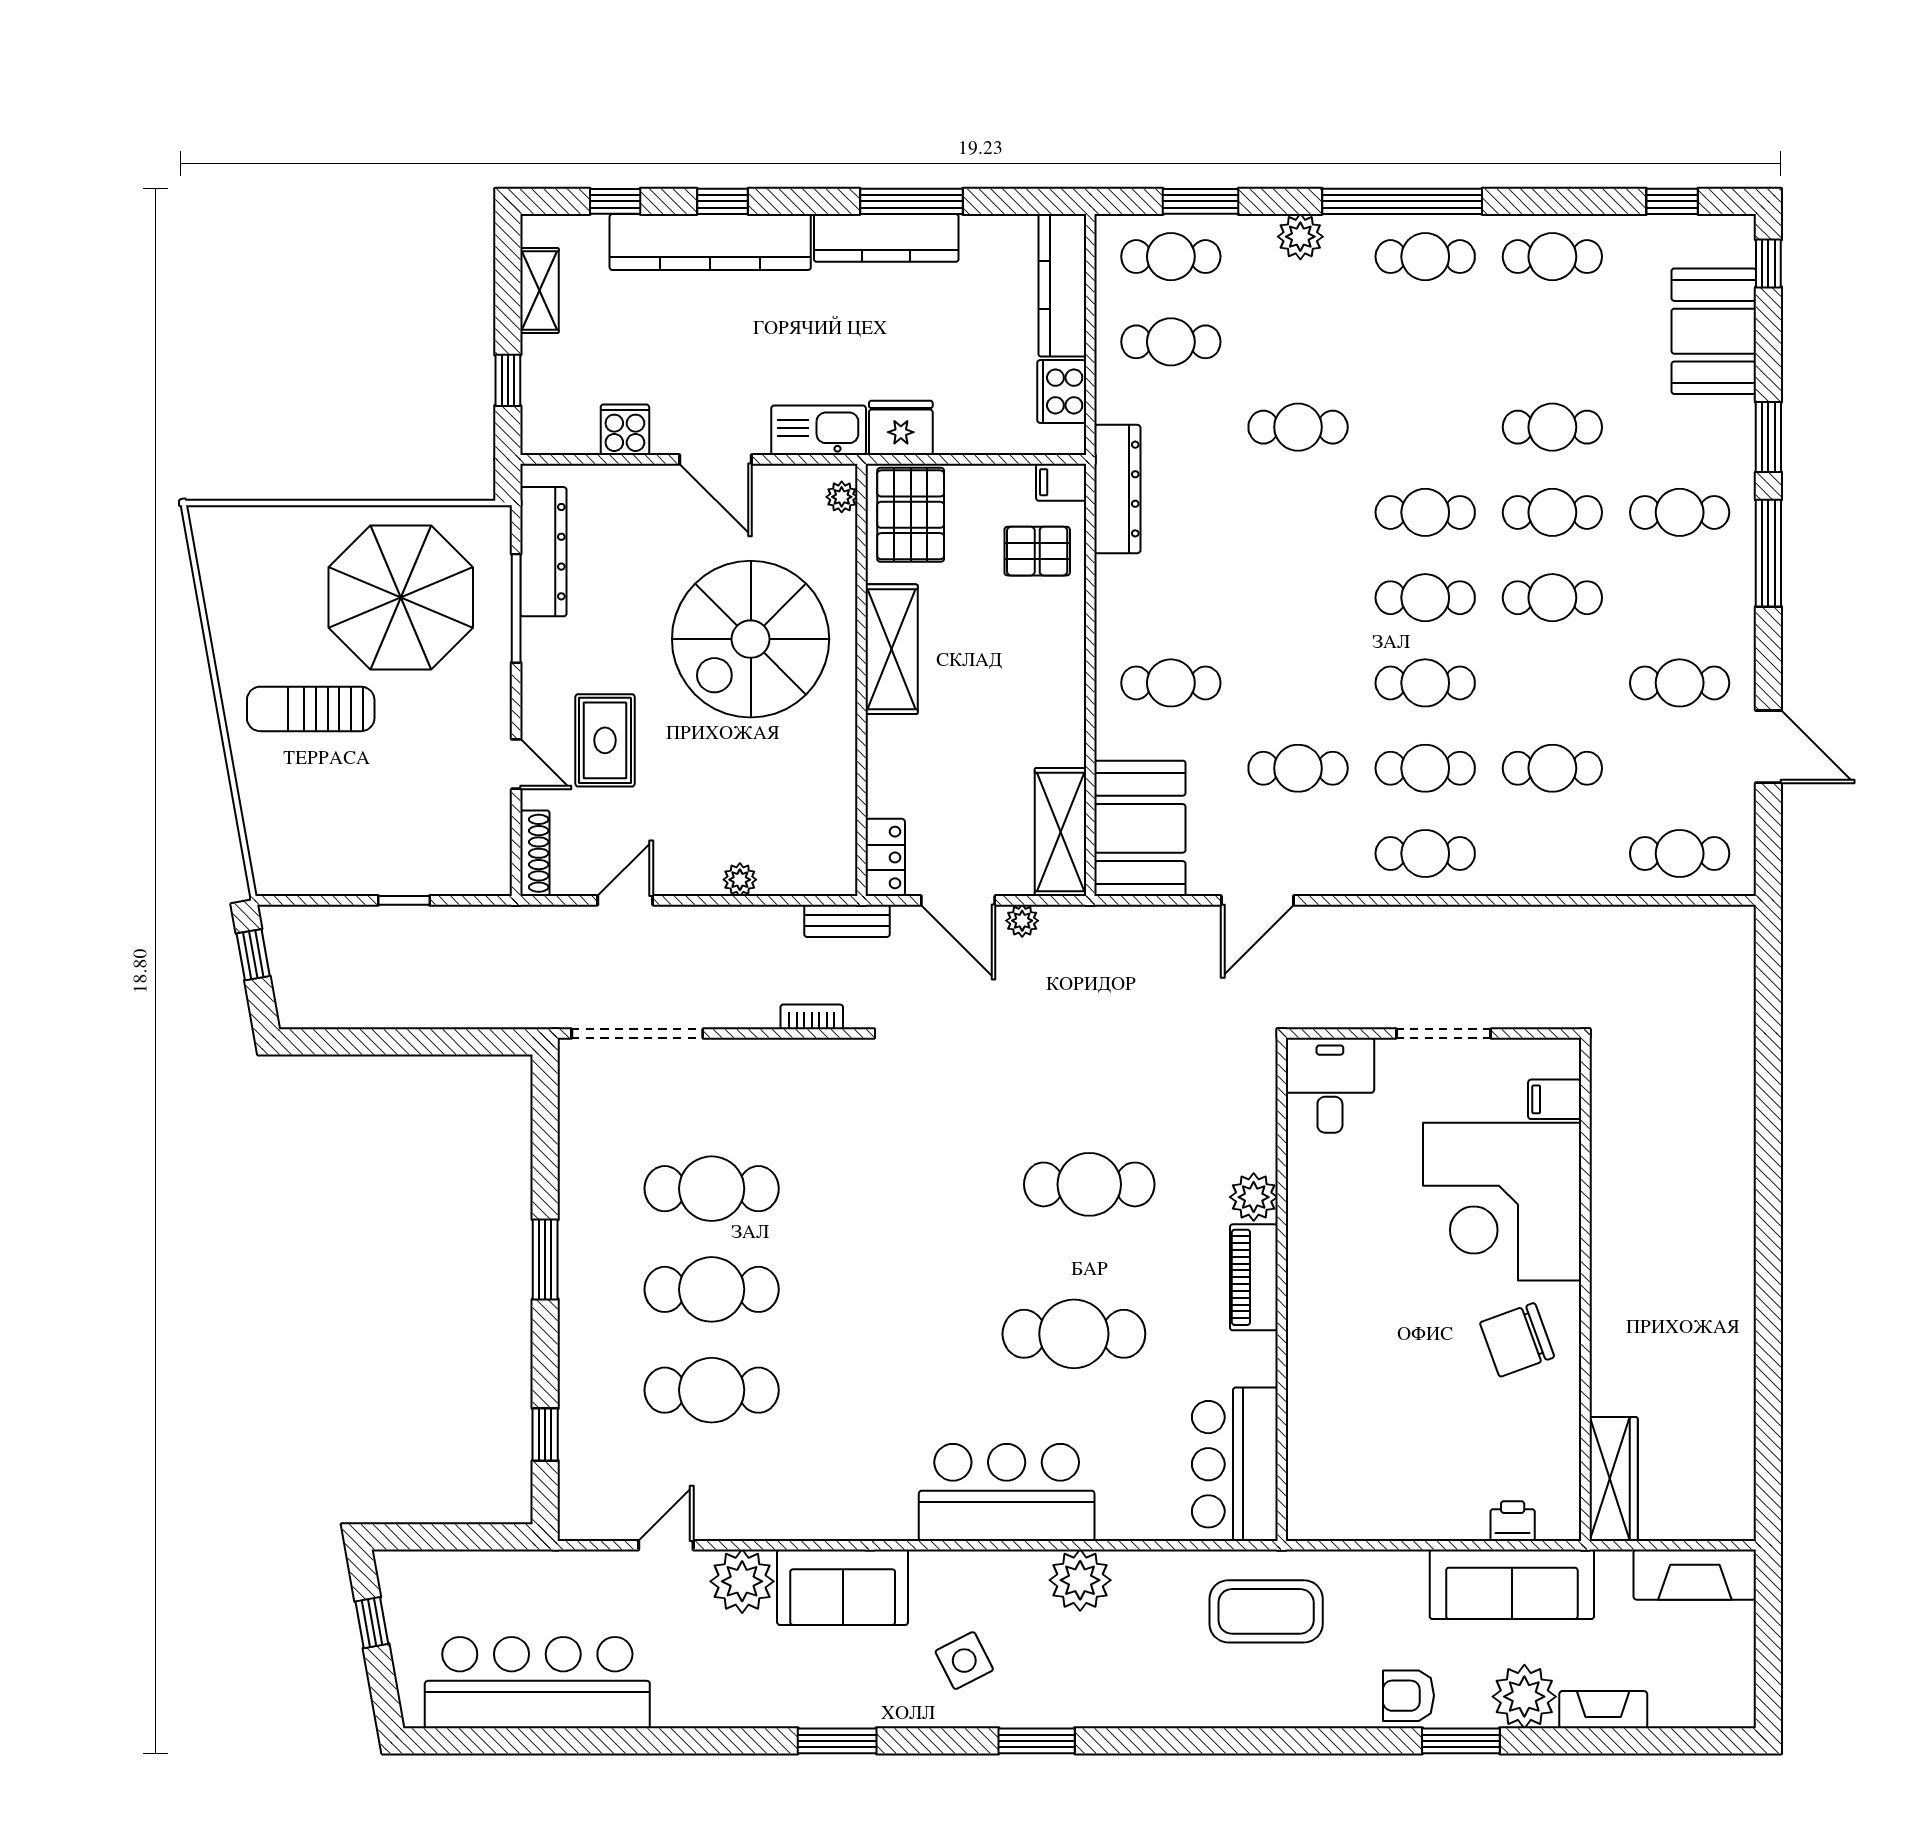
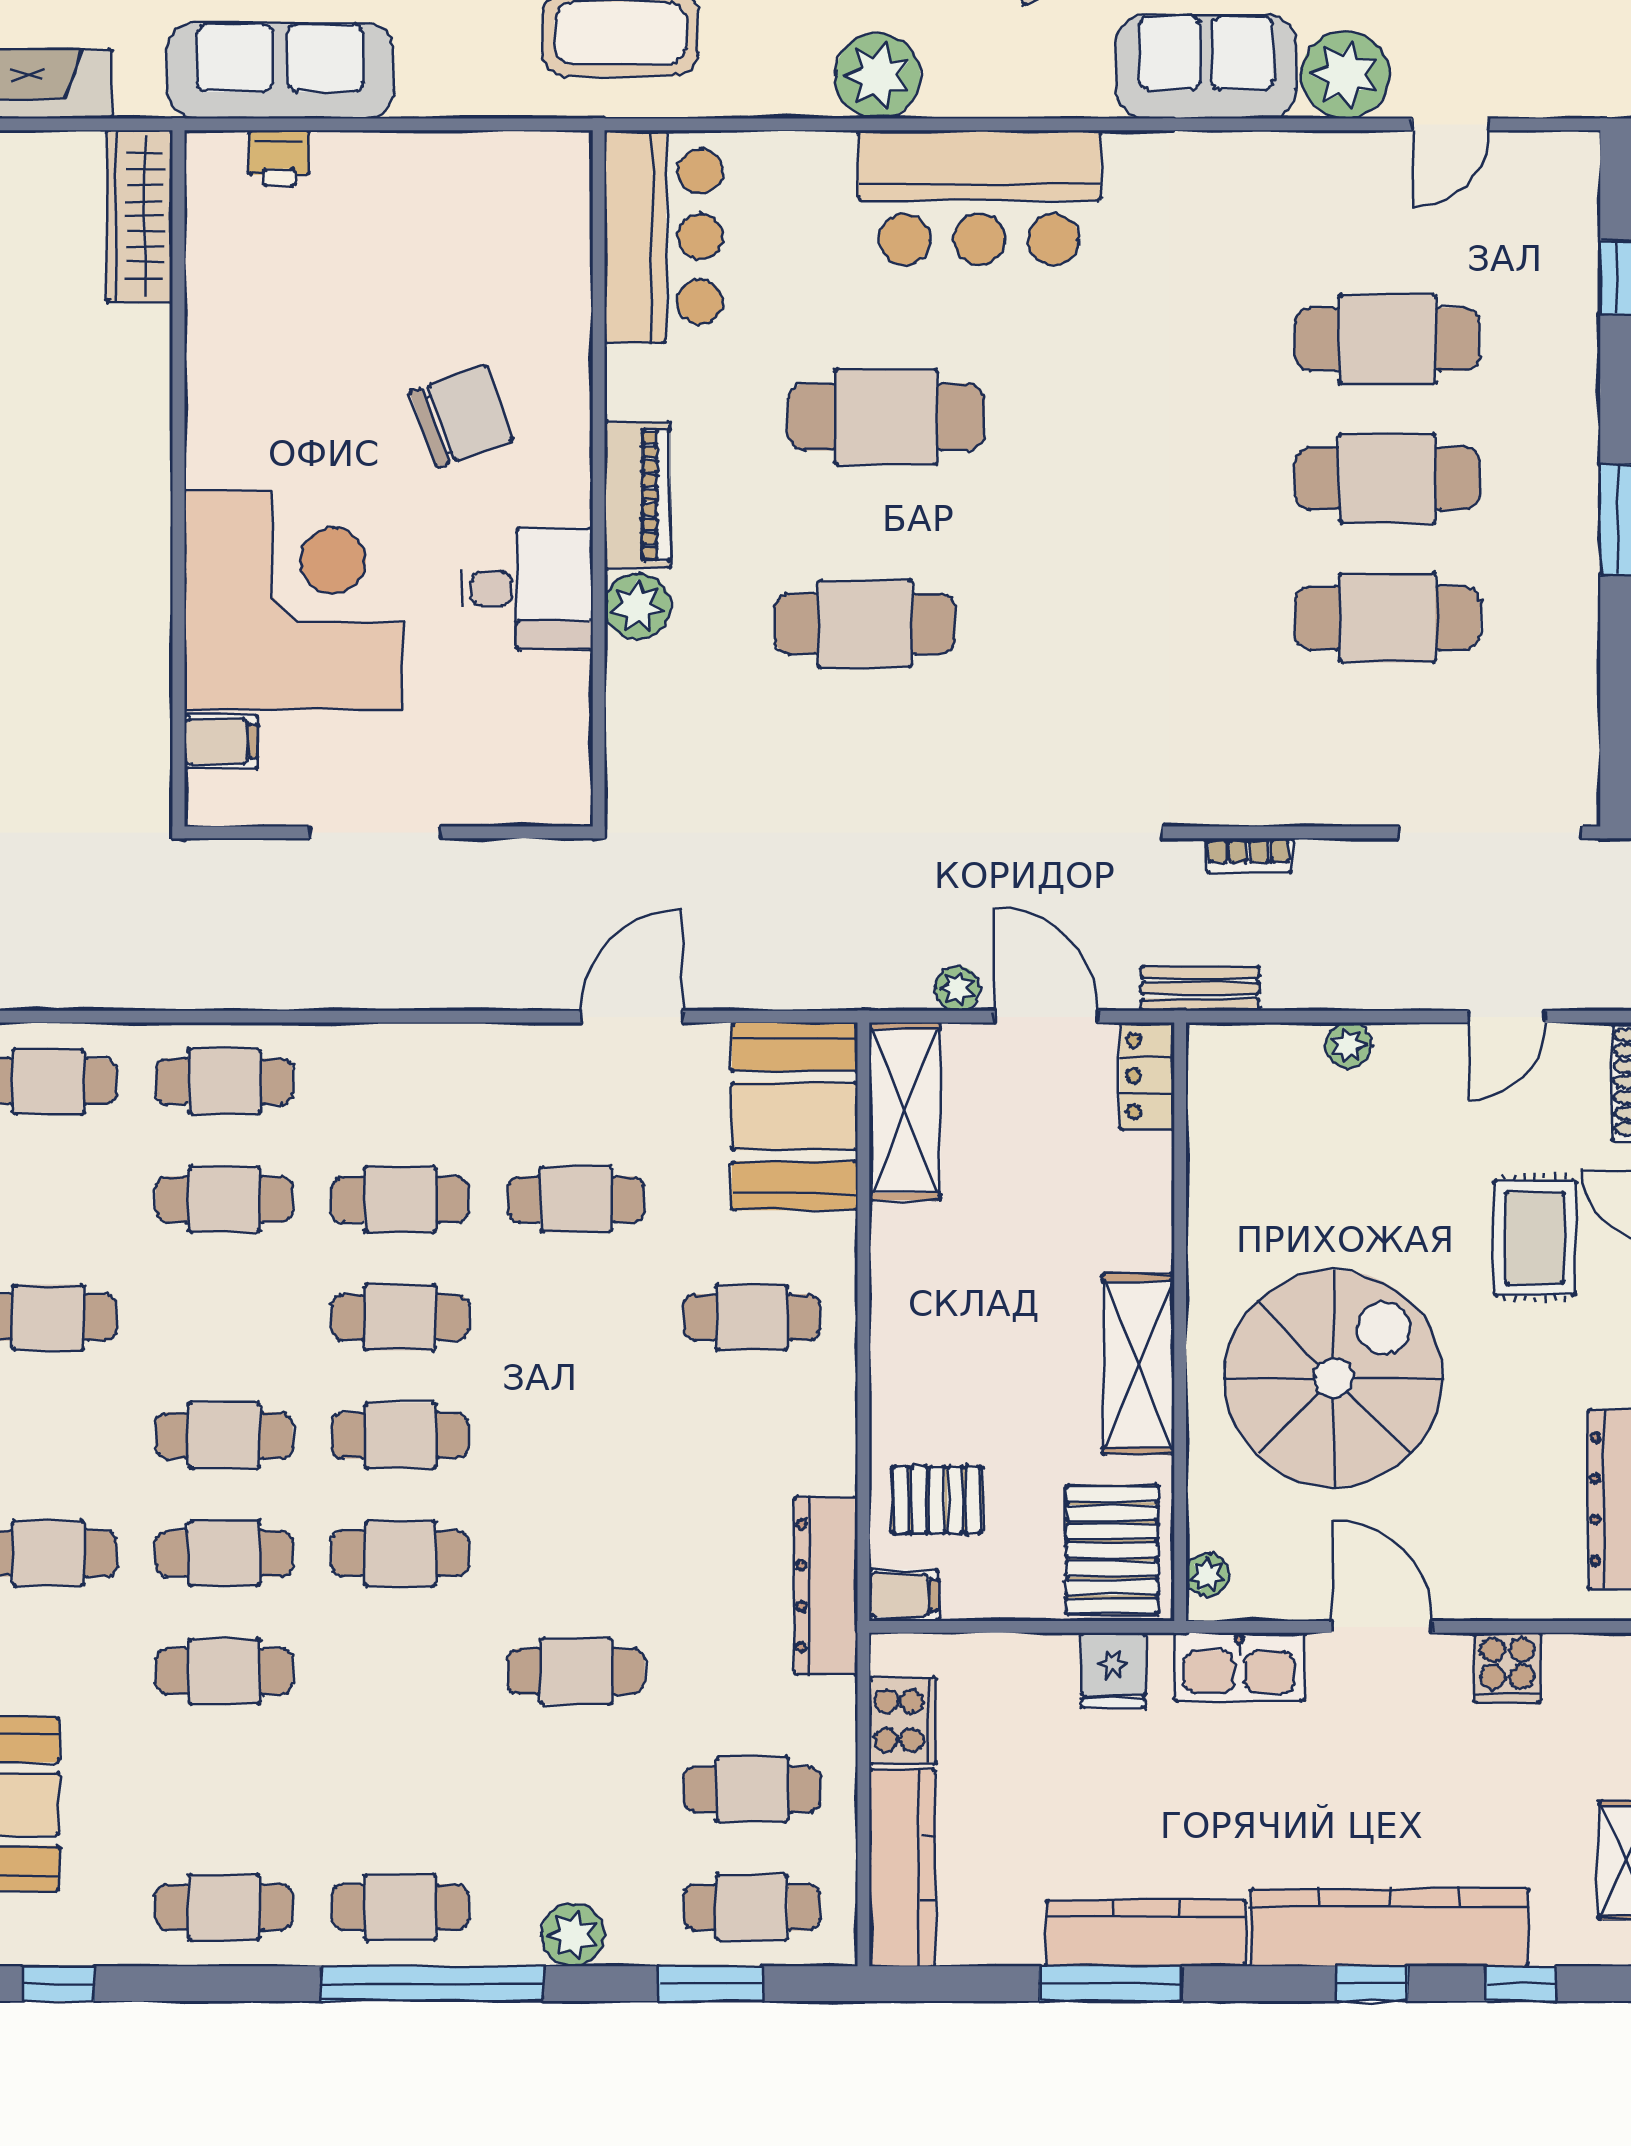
fridge: (901, 428) -> (1113, 1670), width x0.72
cafe table: (1425, 853) -> (224, 1082), moved
desk: (1330, 1085) -> (527, 589), moved, turned -90
chair: (1517, 1340) -> (461, 416), moved

